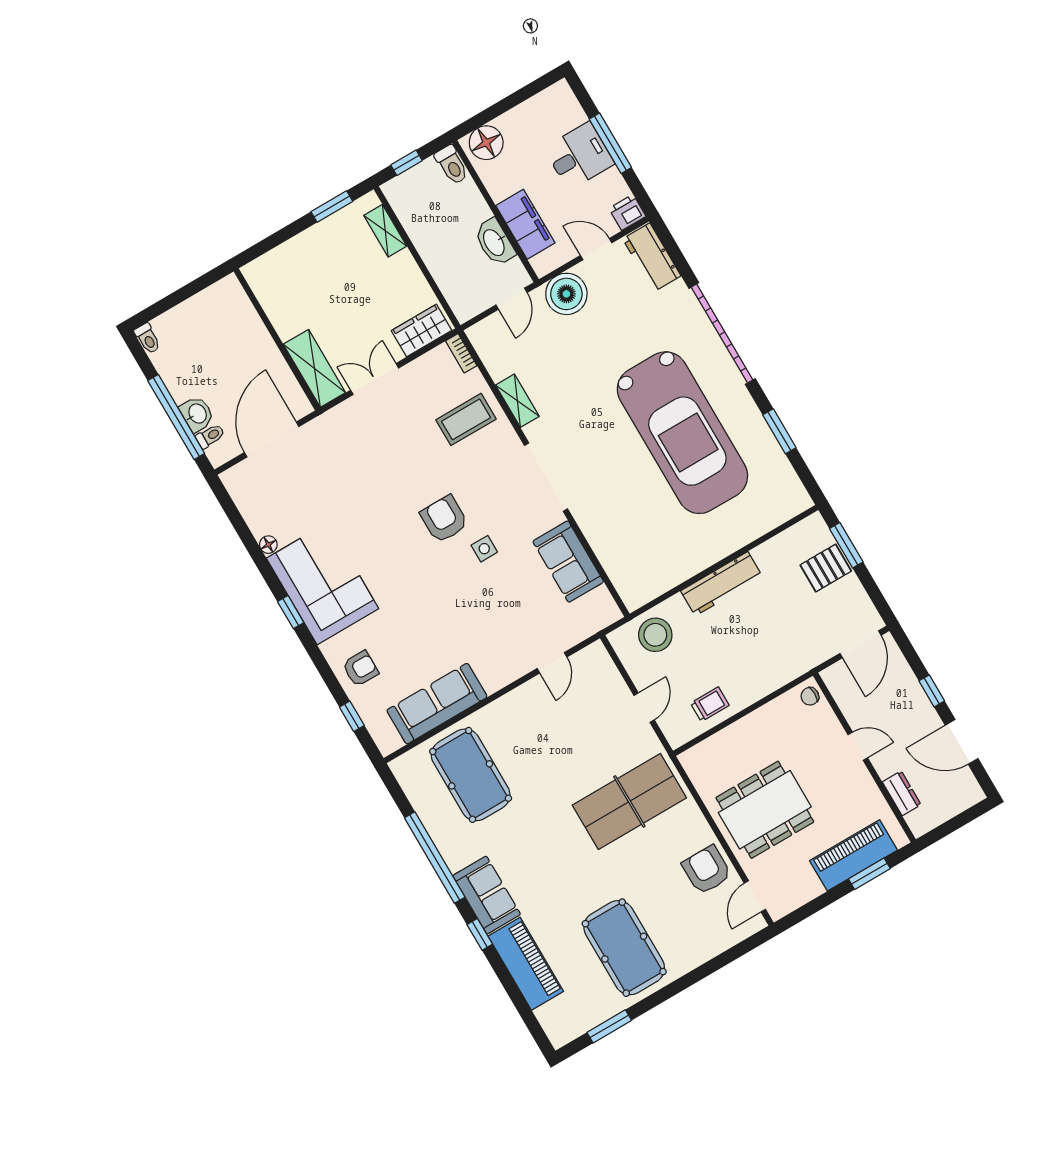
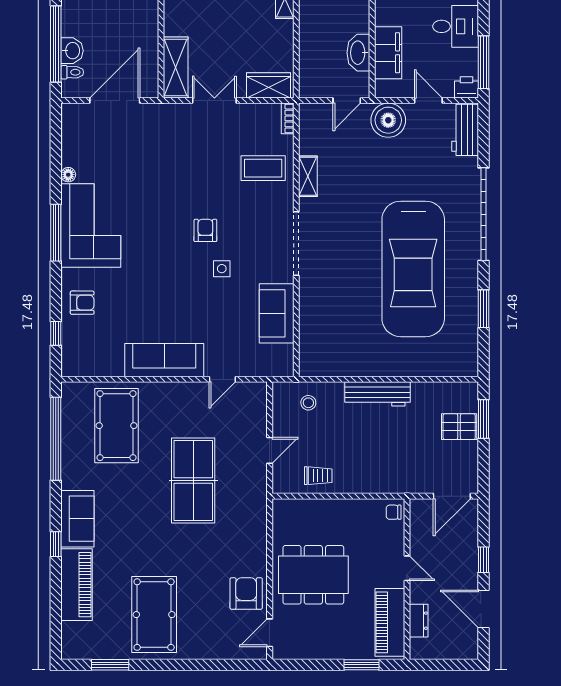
window: (610, 143) -> (483, 62), moved
armchair: (444, 519) -> (205, 230), width x0.72, depth x0.72
window: (291, 612) -> (56, 233), width x2.17
stool: (655, 635) -> (308, 403), width x0.53, depth x0.53
sofa: (437, 704) -> (164, 360), moved
table tennis table: (629, 801) -> (193, 480), moved, turned 90
piano: (854, 855) -> (390, 622), moved, turned -90
window: (435, 857) -> (56, 439), moved

